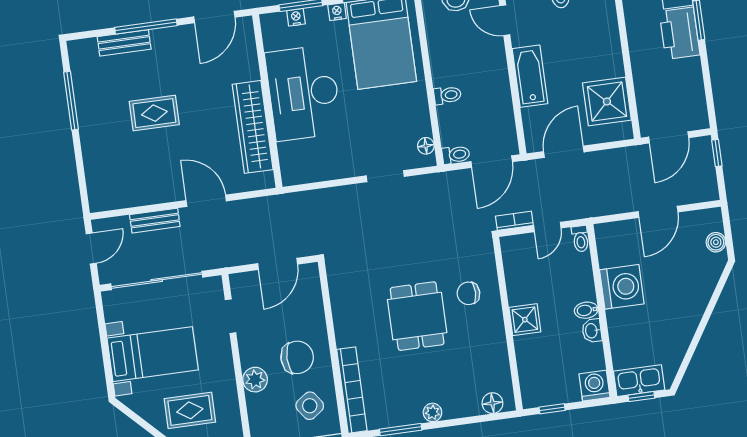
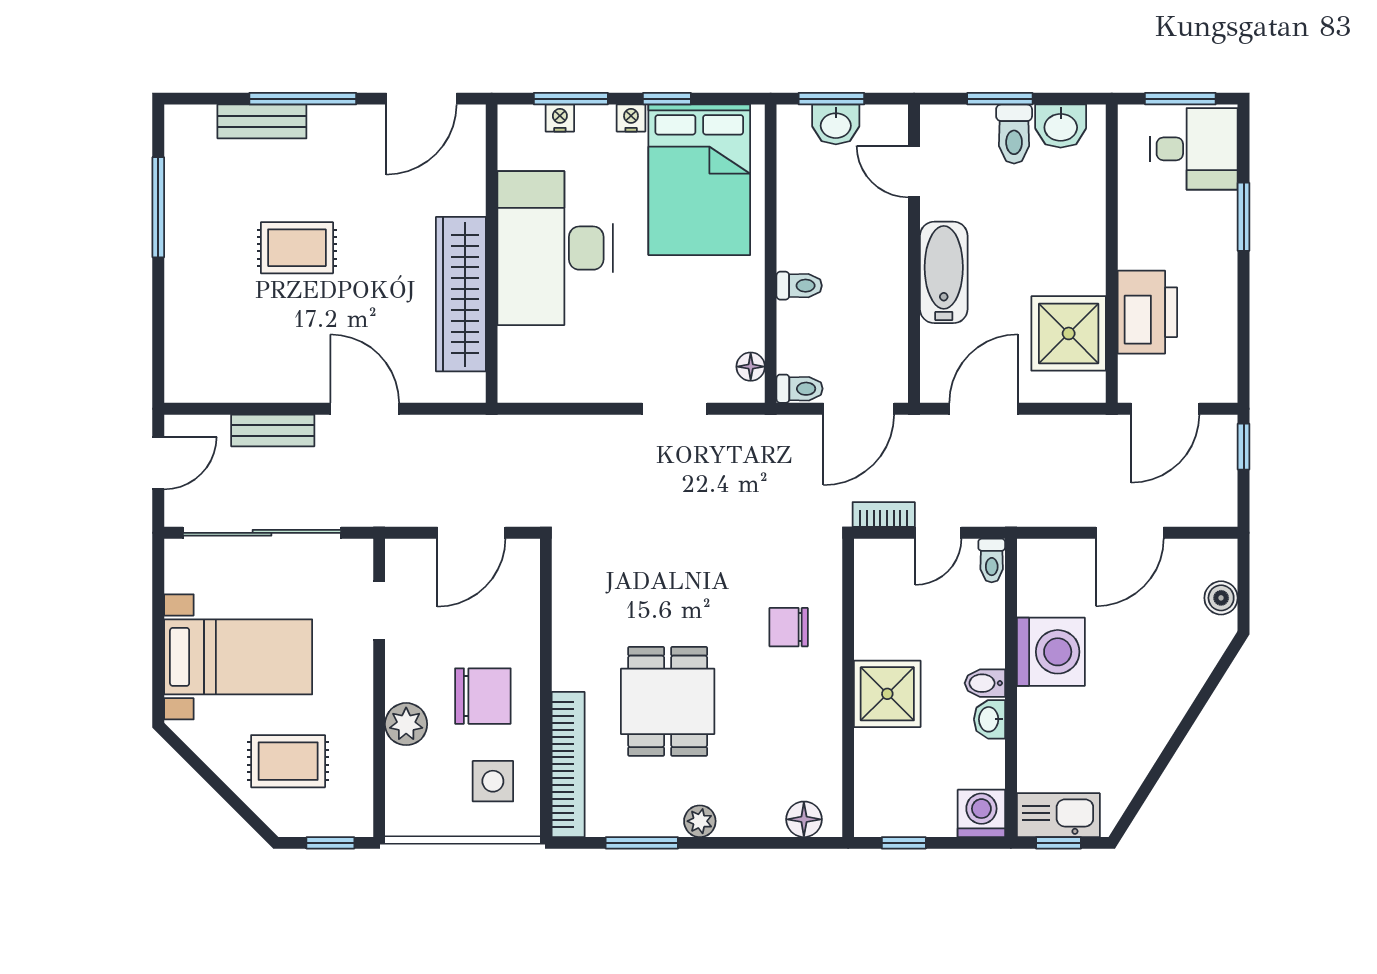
printer: (680, 33) -> (1147, 312), moved, turned 180
dining table: (417, 316) -> (668, 701), moved
shower: (525, 320) -> (887, 694), width x1.36, depth x1.36
side table: (310, 406) -> (493, 781), turned 35

